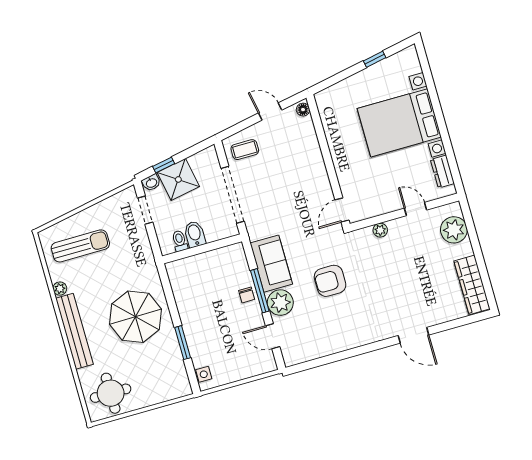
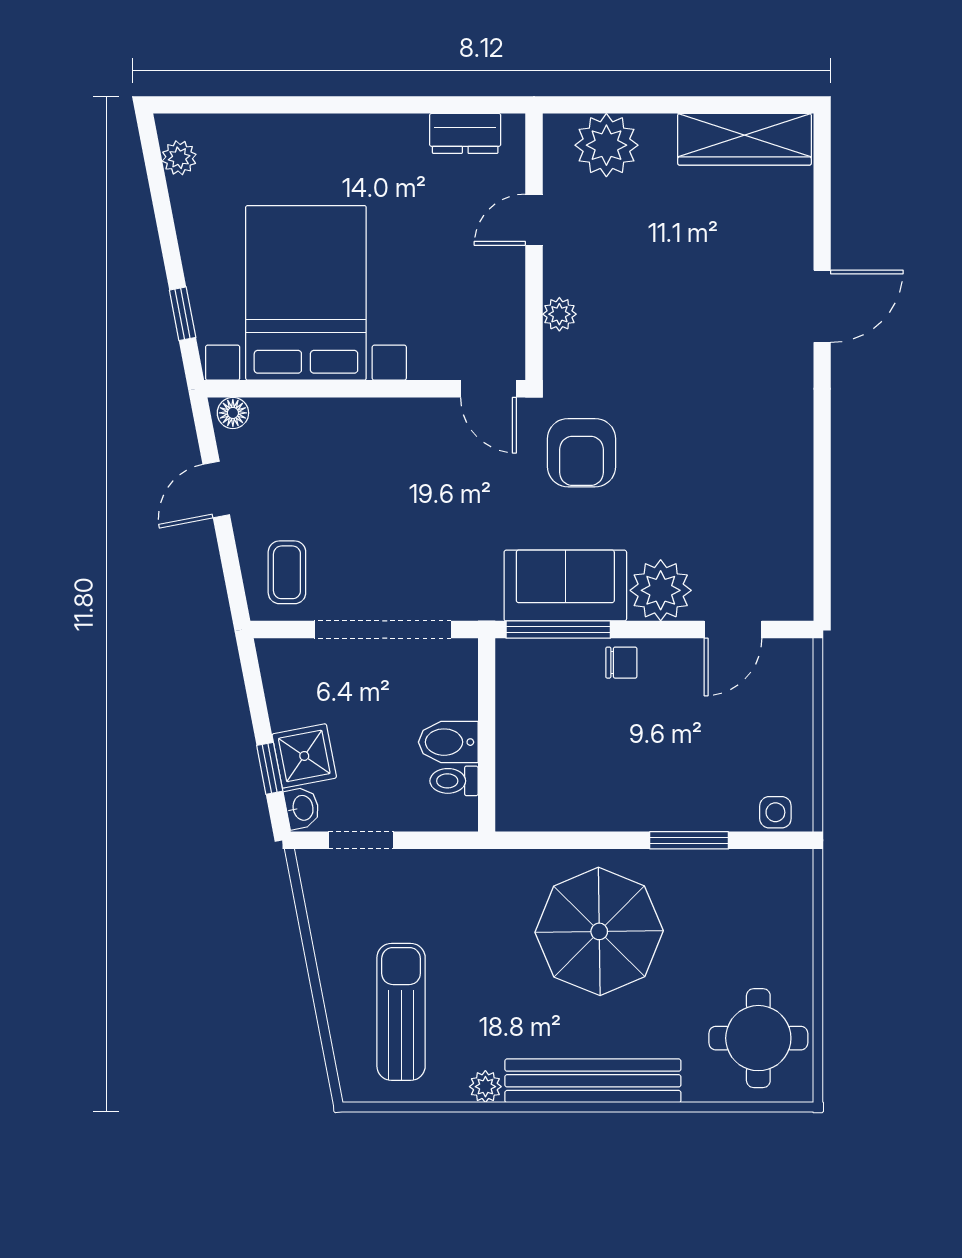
window: (375, 59) -> (183, 314), moved
plant: (400, 59) -> (179, 158), added
bed with nightstands: (399, 123) -> (306, 293), moved, turned 180
shower: (178, 179) -> (304, 756), width x0.73, depth x0.73
armchair: (330, 281) -> (582, 453), moved
window: (260, 291) -> (558, 630), moved

